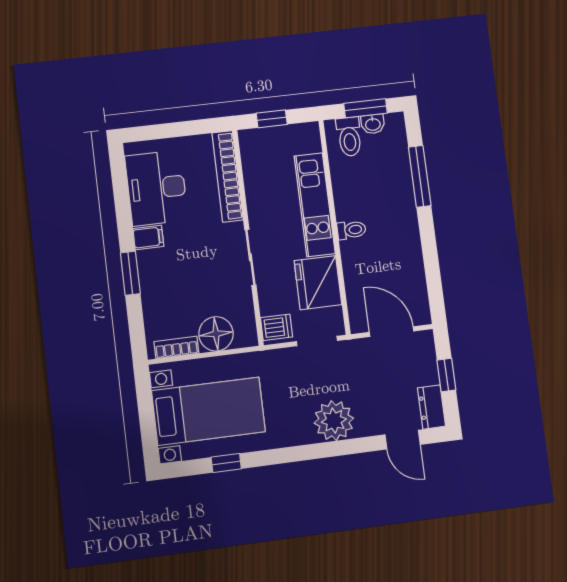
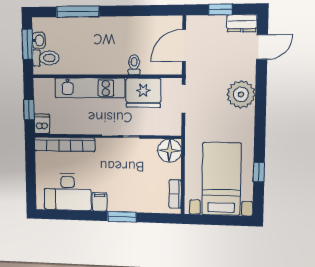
toilet: (351, 230) -> (134, 65), moved
dishwasher: (276, 327) -> (42, 124), moved
floor lamp: (216, 334) -> (170, 151), moved

